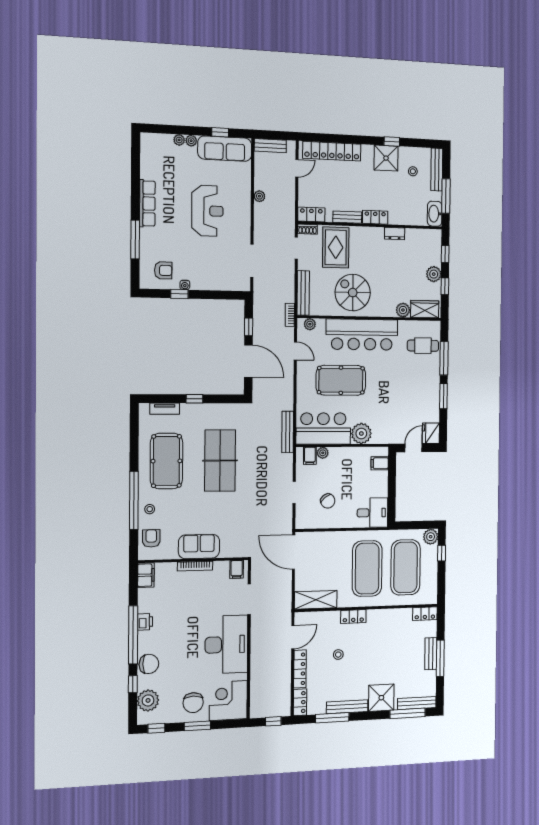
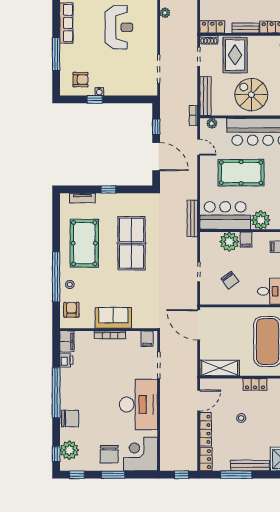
plant: (323, 453) -> (229, 242), width x1.87, depth x1.87
filing cabinet: (310, 456) -> (246, 240), moved
printer: (145, 622) -> (66, 360), moved
window: (133, 684) -> (56, 454), moved

